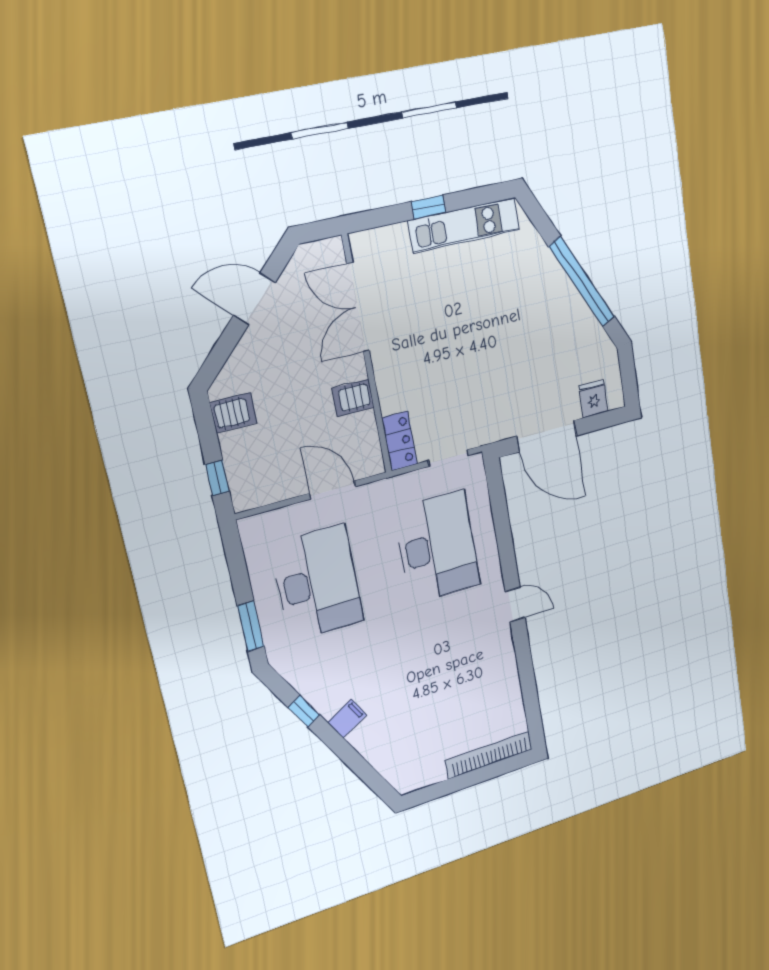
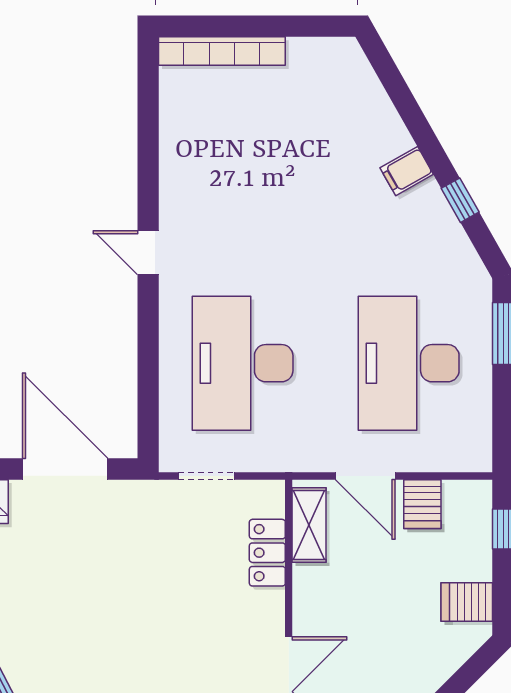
server rack: (353, 398) -> (422, 504), moved, turned 90
shelving: (367, 441) -> (309, 525), added
locker: (399, 441) -> (267, 553), moved

